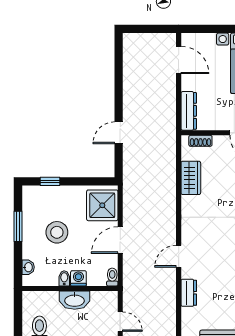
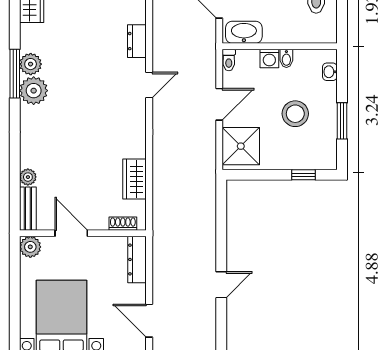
door: (119, 133) -> (221, 285), moved
washbasin: (75, 300) -> (244, 32), moved

